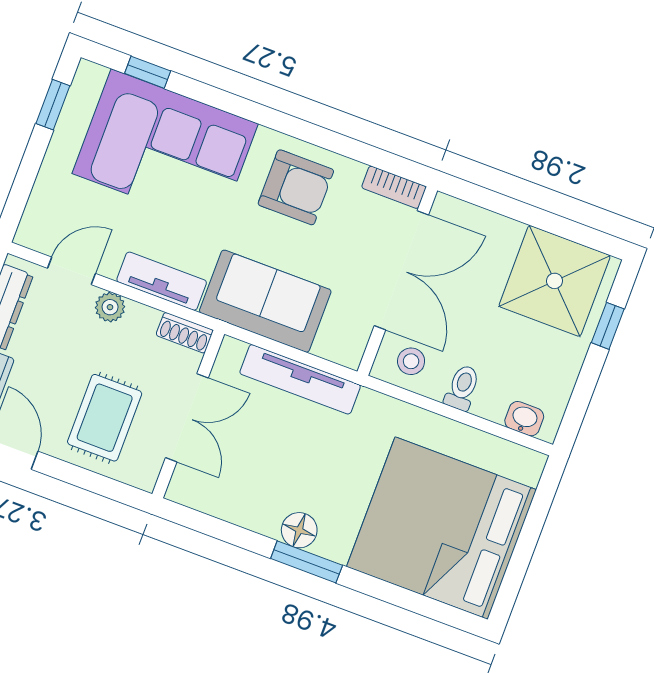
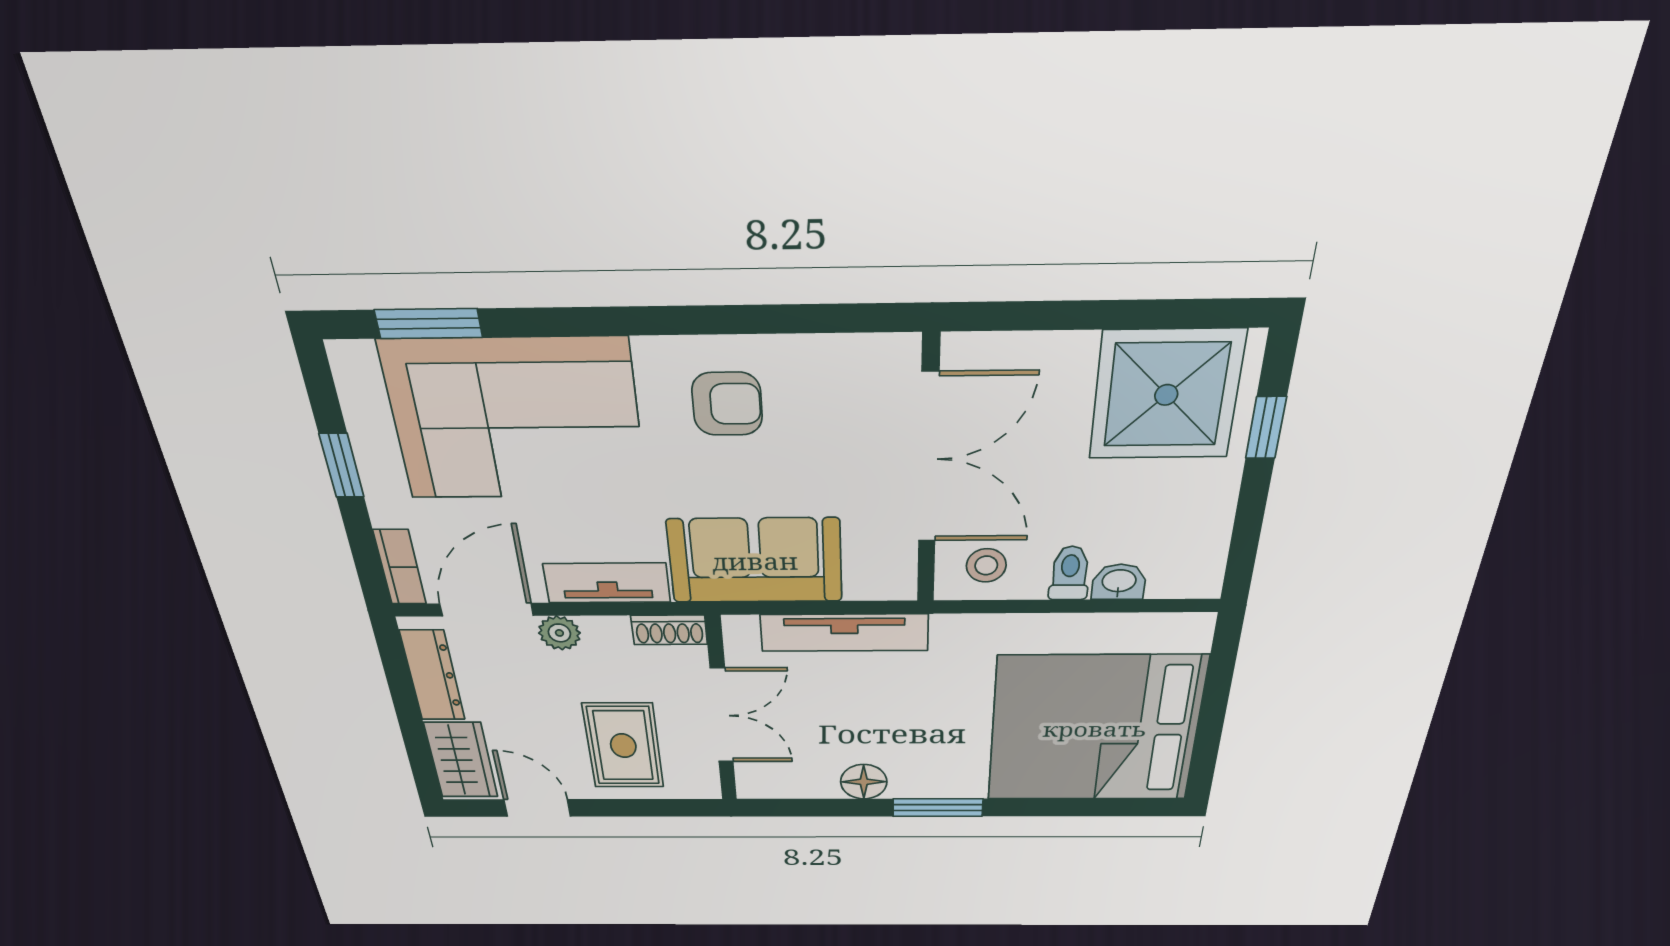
window: (148, 72) -> (429, 324), width x1.50
window: (53, 105) -> (342, 466), moved
armchair: (296, 187) -> (727, 404), width x0.72, depth x0.72
bookcase: (394, 187) -> (400, 567), moved, turned -90
door: (72, 271) -> (487, 610), width x1.38
washbasin: (524, 419) -> (1119, 582), moved
floor lamp: (299, 530) -> (864, 782), moved

